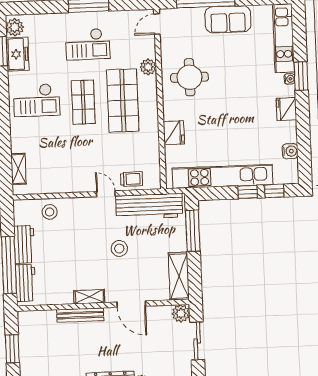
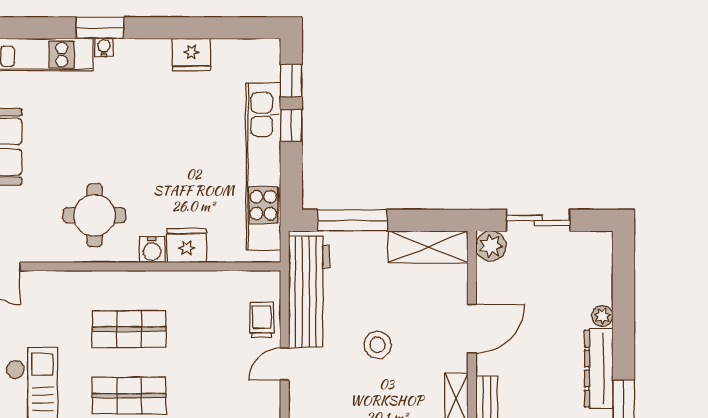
plant: (148, 67) -> (74, 284), removed
shop shelf: (123, 101) -> (129, 329), width x0.70, depth x0.74
fridge: (286, 109) -> (192, 55), moved
water cooler: (290, 151) -> (152, 250), moved, turned 180

